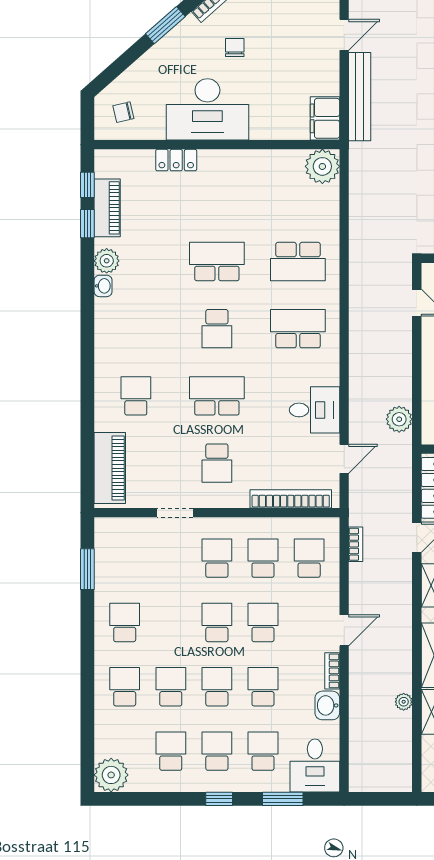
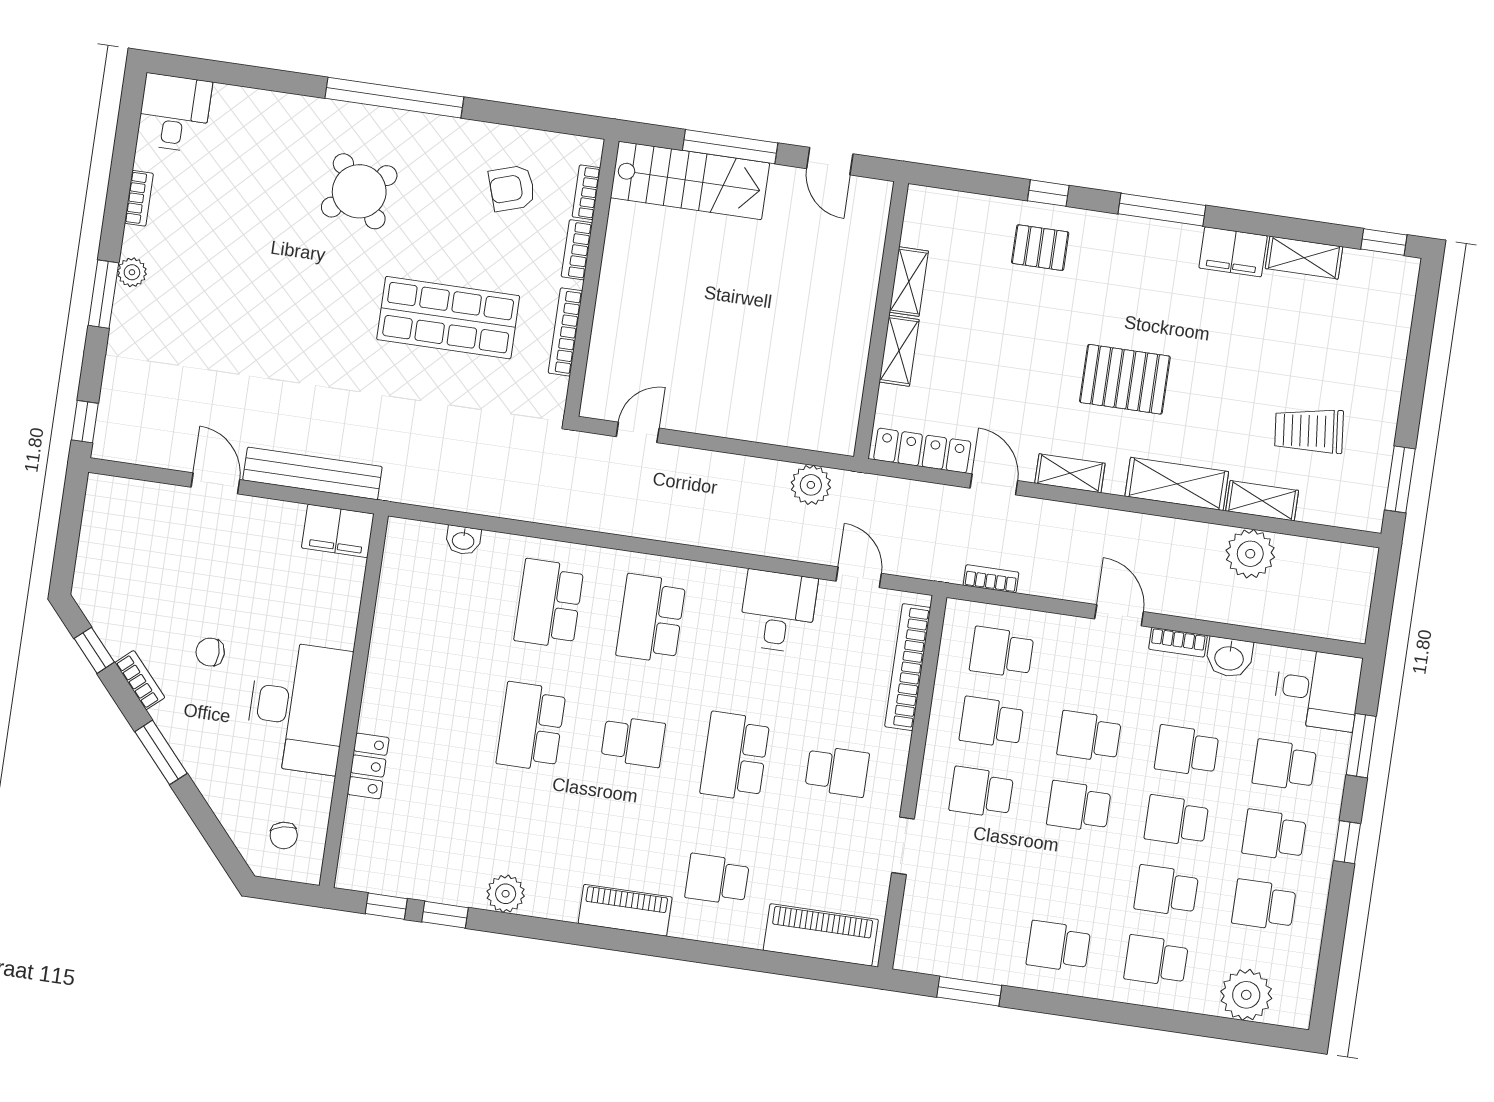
plant: (322, 166) -> (410, 546), removed
piano: (107, 208) -> (625, 910), moved
school desk: (298, 261) -> (549, 604), turned 180
washbasin: (103, 286) -> (463, 540), moved, turned 180
plant: (404, 702) -> (1250, 554), width x1.87, depth x1.87
plant: (111, 775) -> (1246, 995), moved

